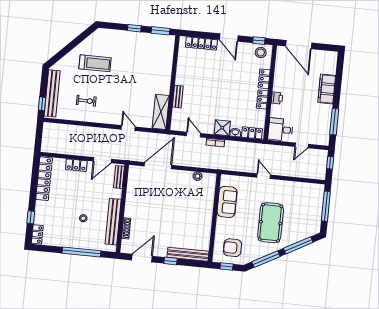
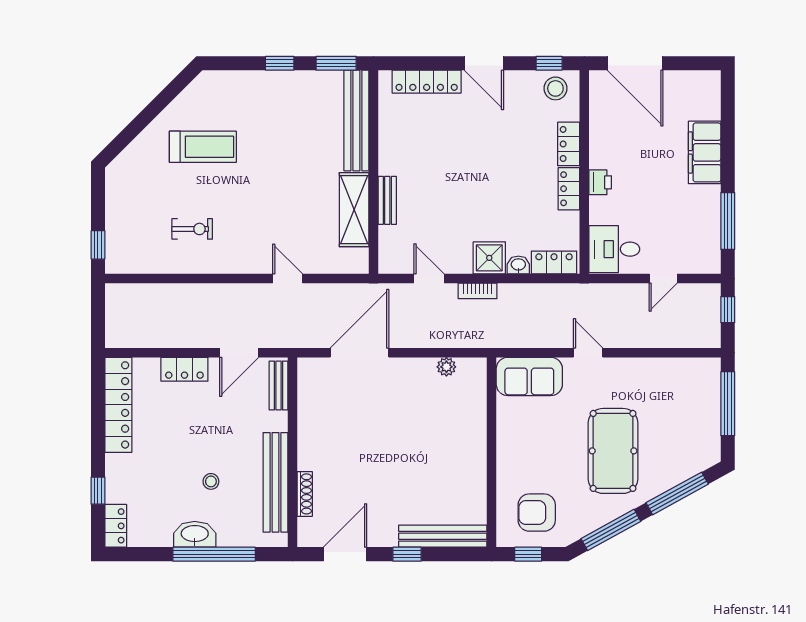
bench: (52, 93) -> (356, 120), moved
shelving: (161, 112) -> (354, 210), moved
sofa: (227, 202) -> (529, 376), moved, turned 90
washbasin: (73, 242) -> (195, 534), added

